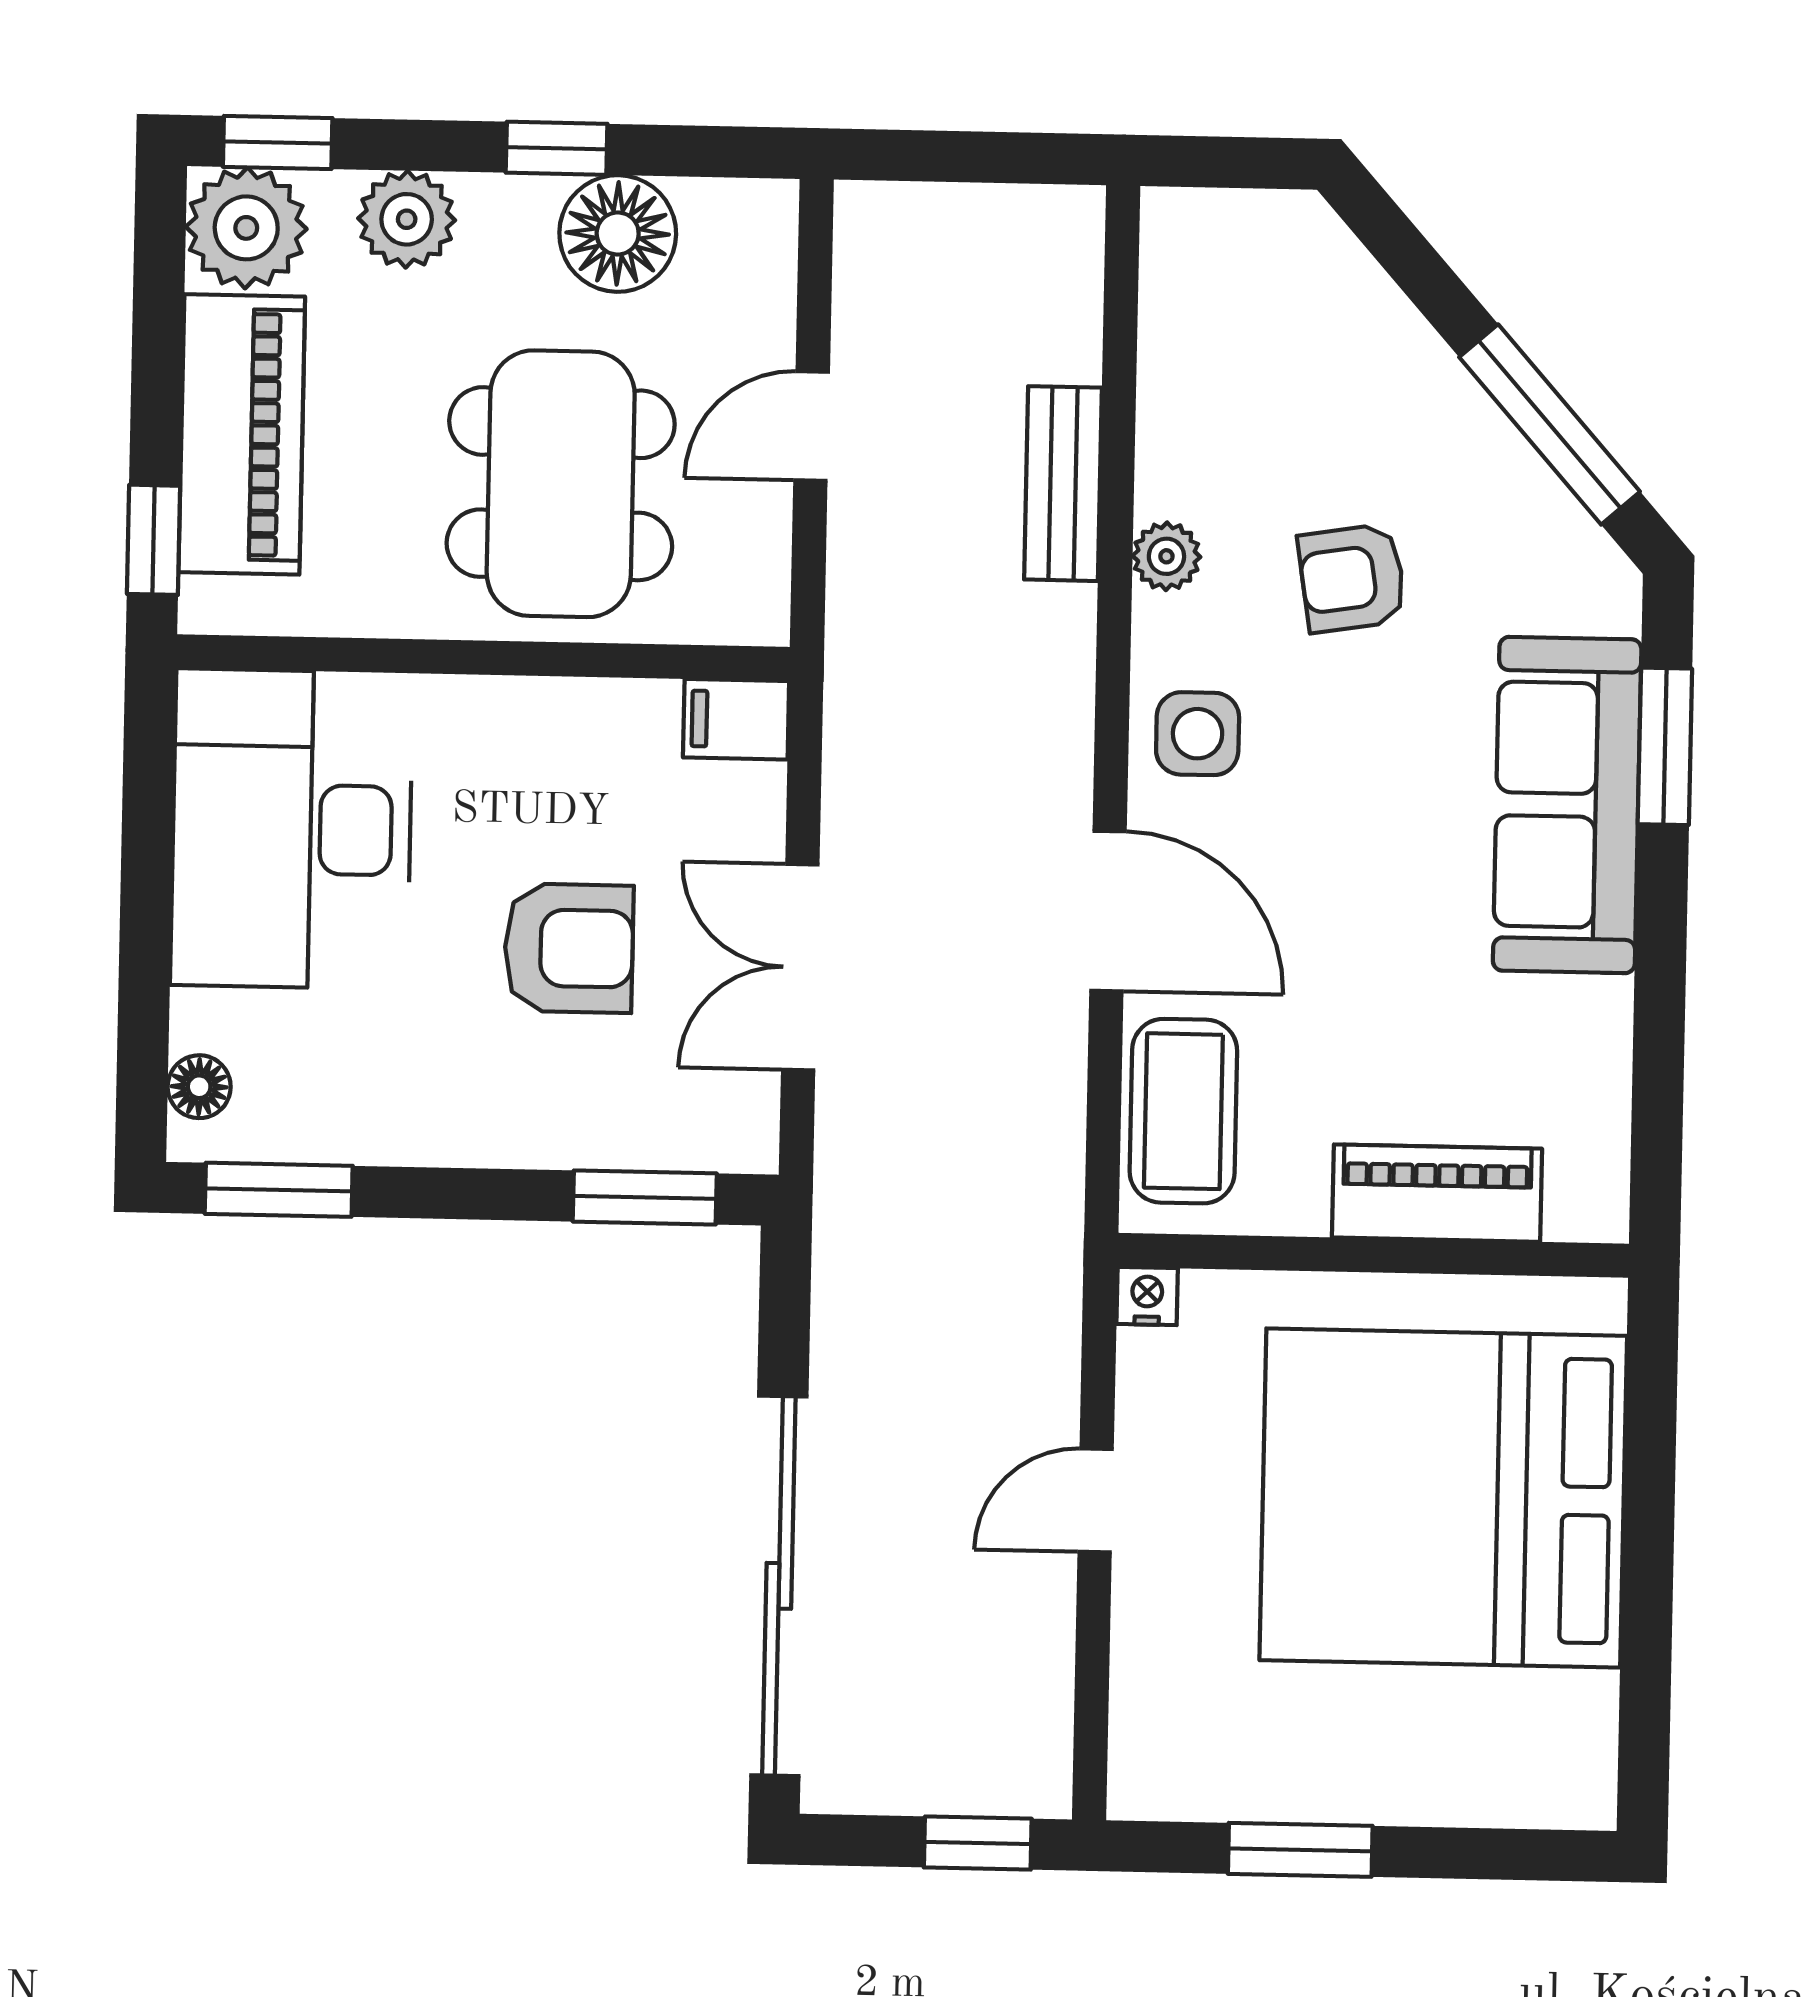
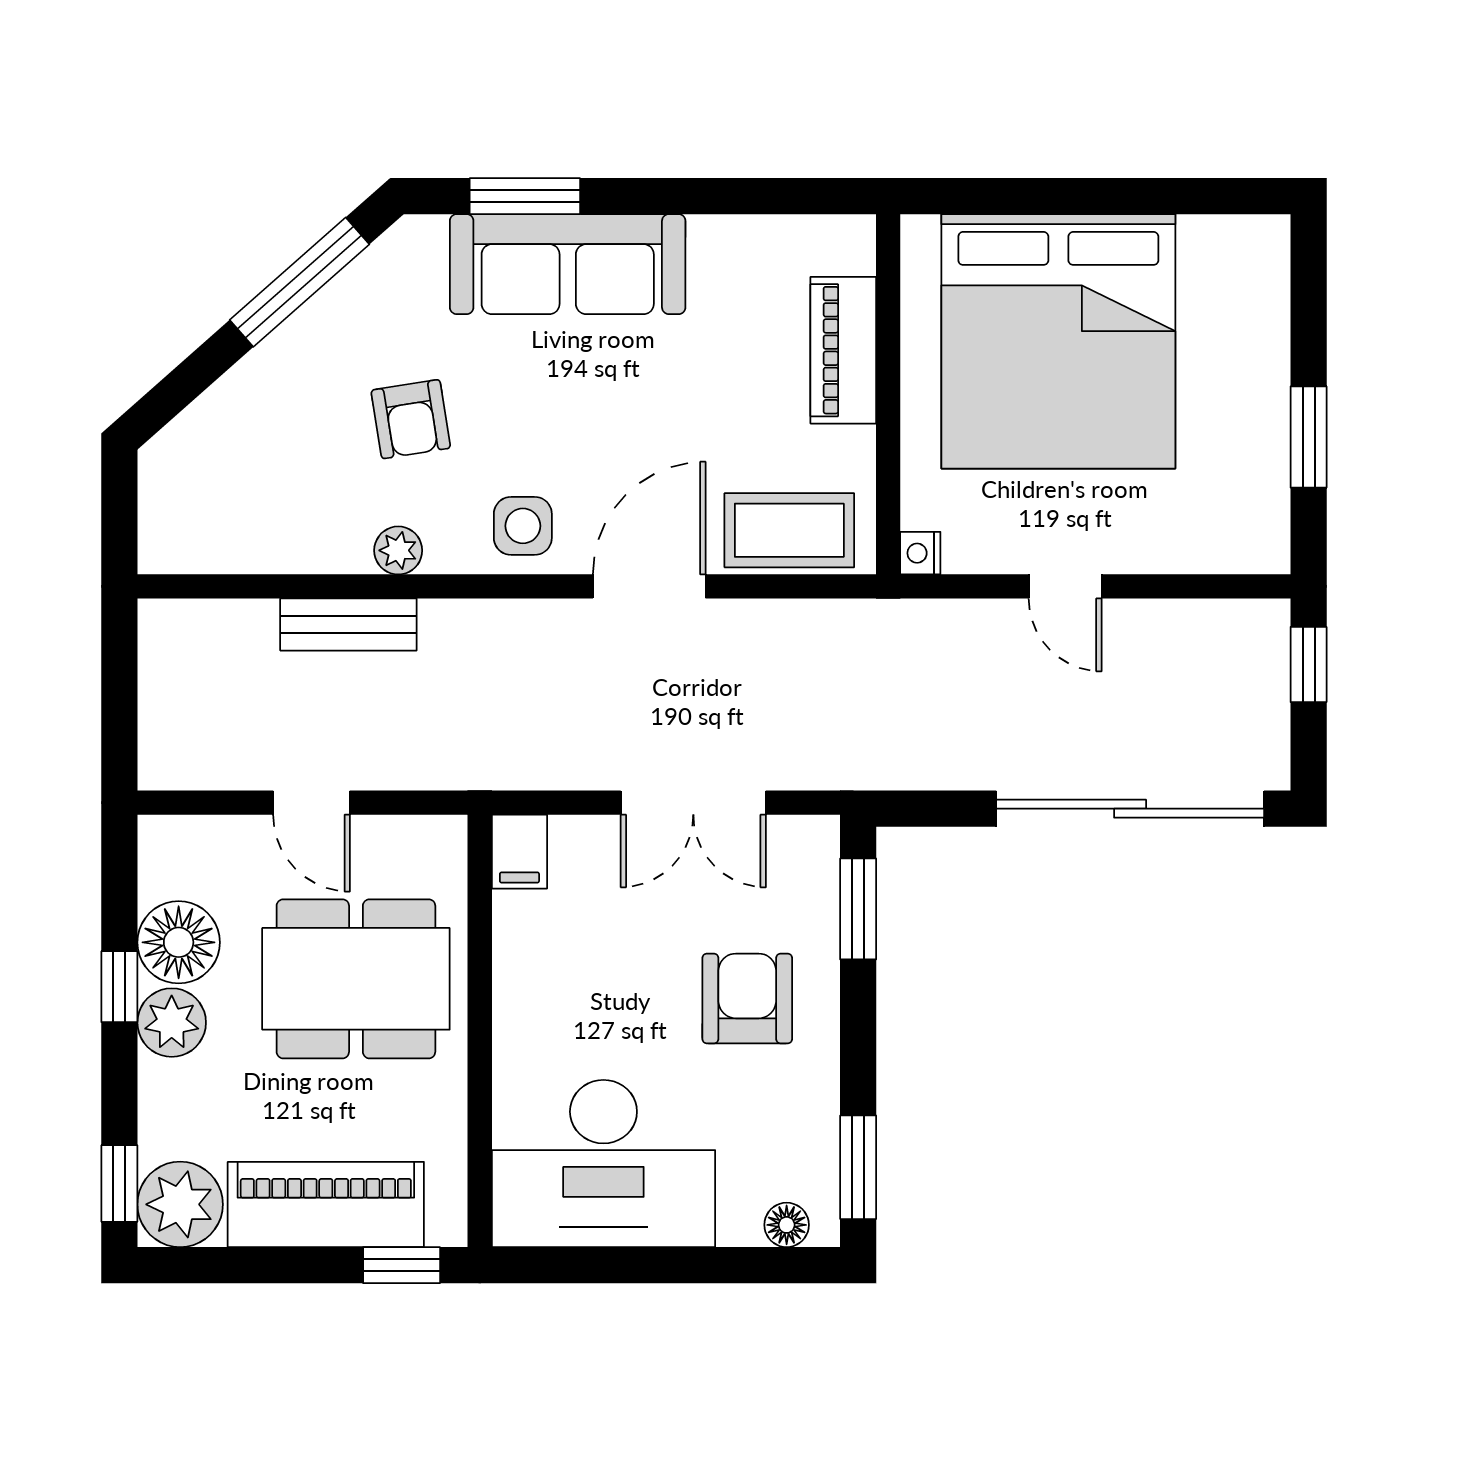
plant: (407, 219) -> (172, 1023), moved
armchair: (569, 948) -> (747, 999), moved

